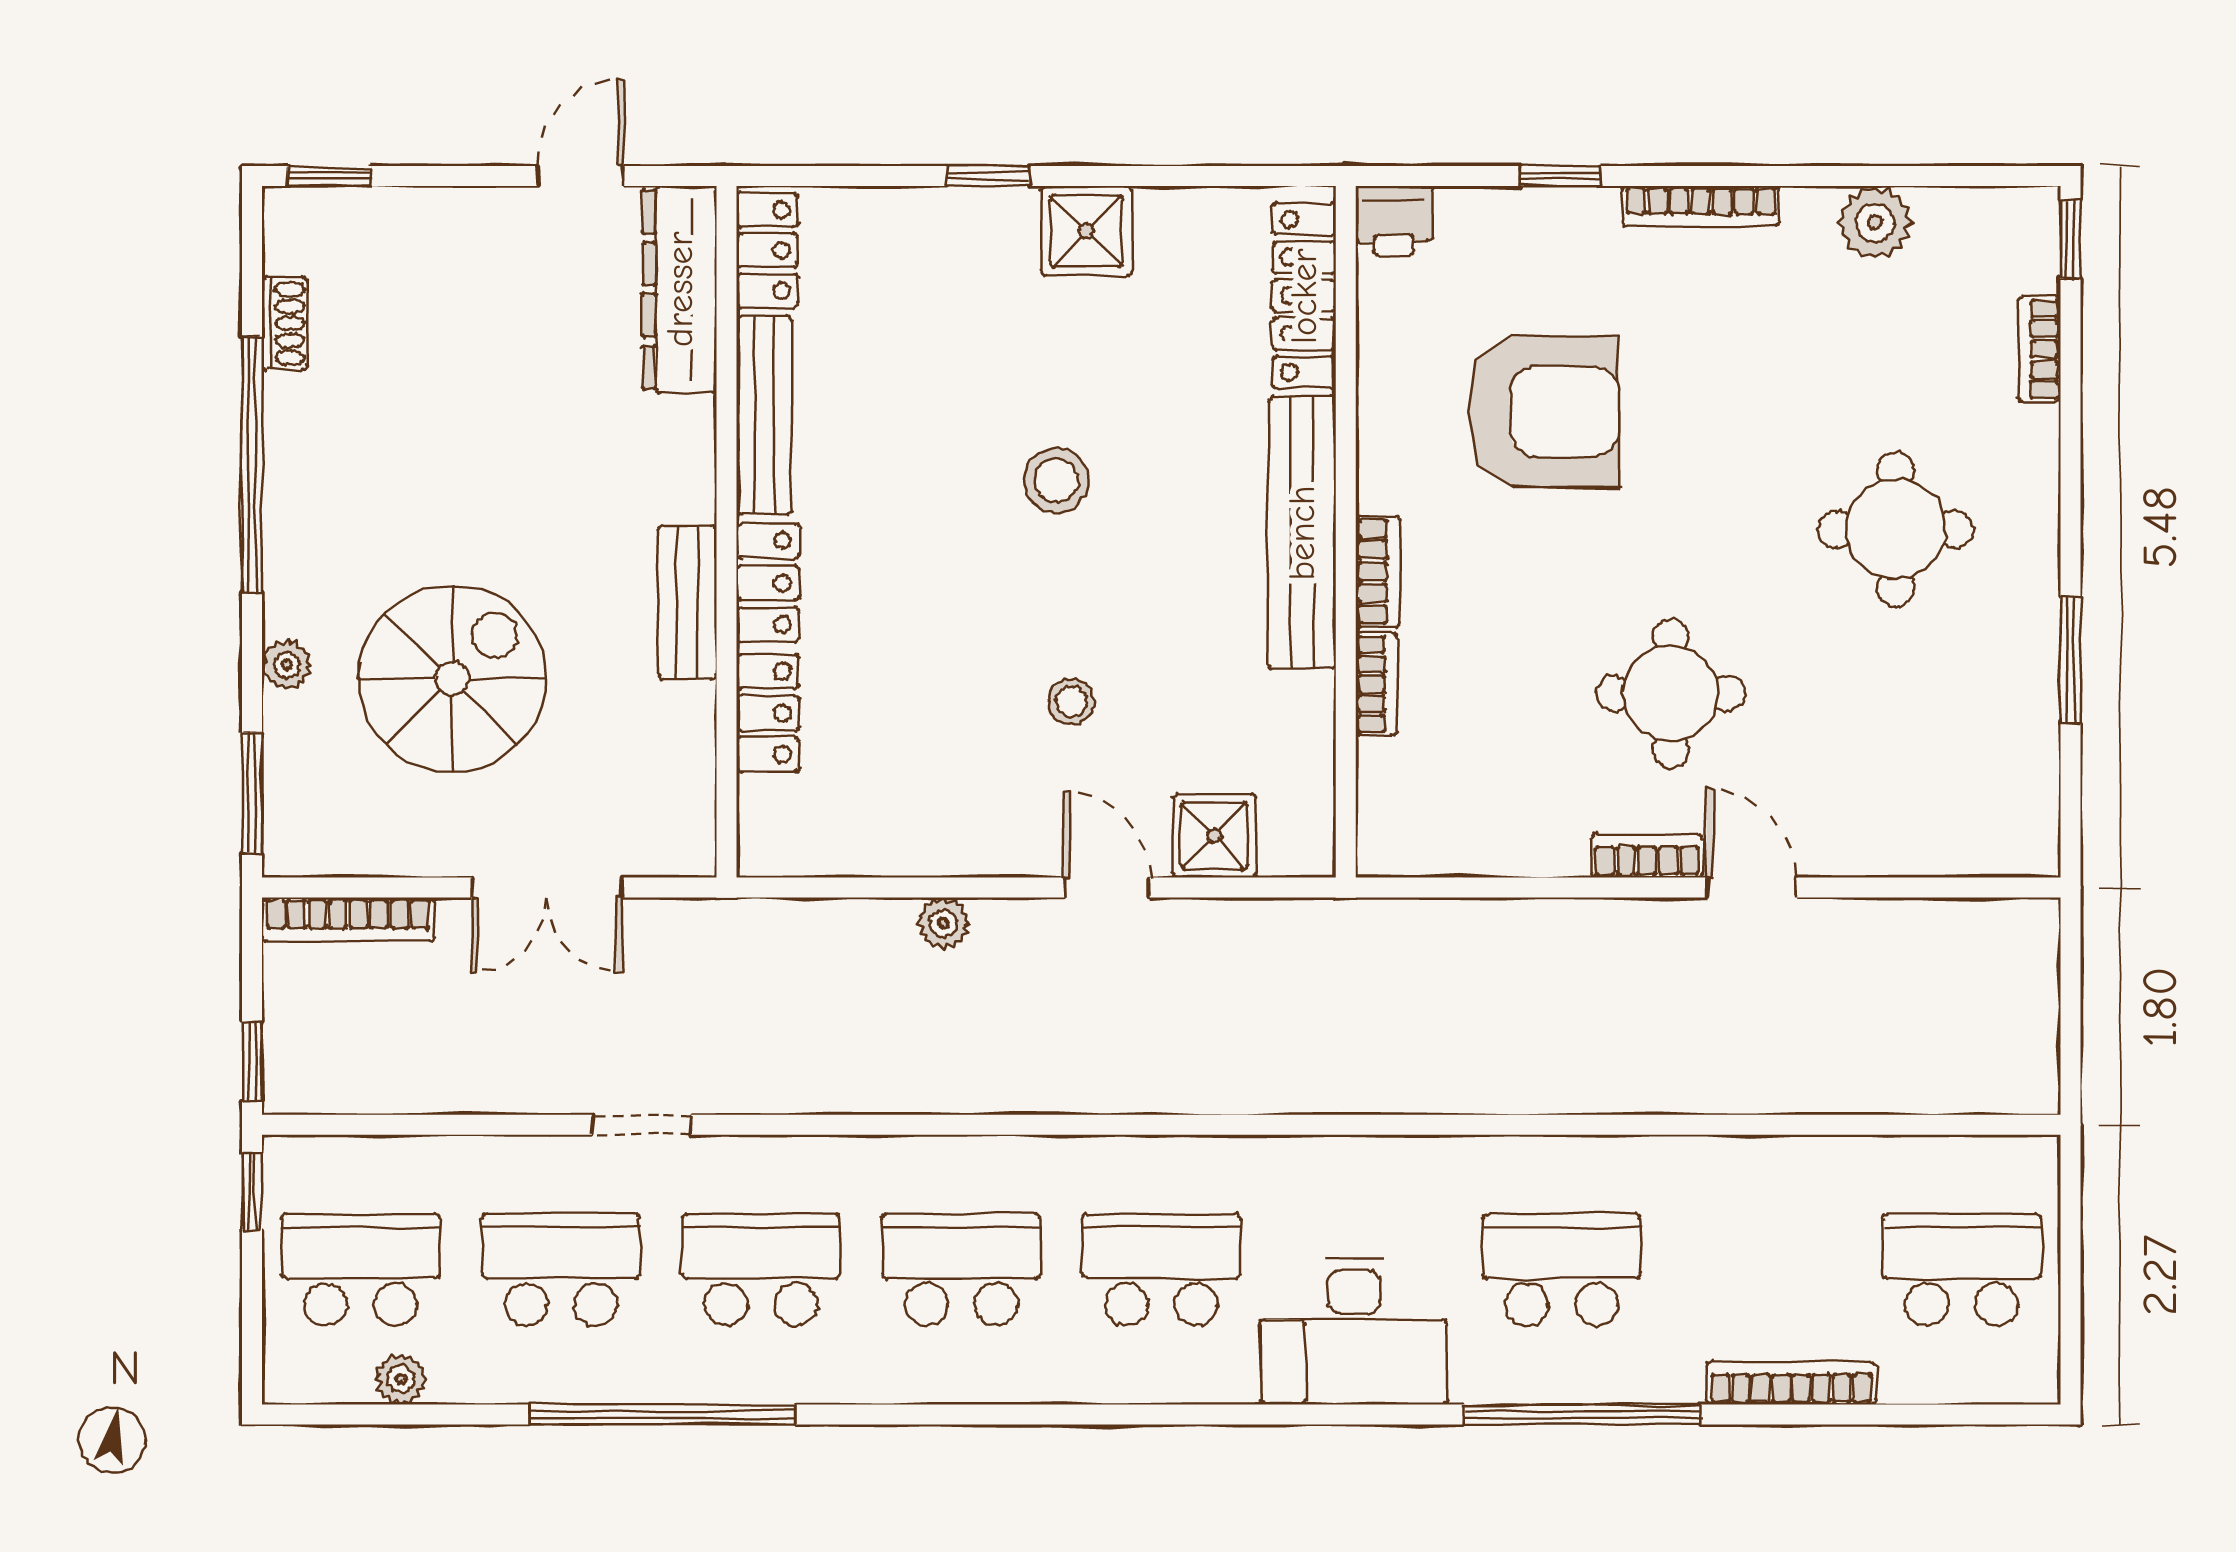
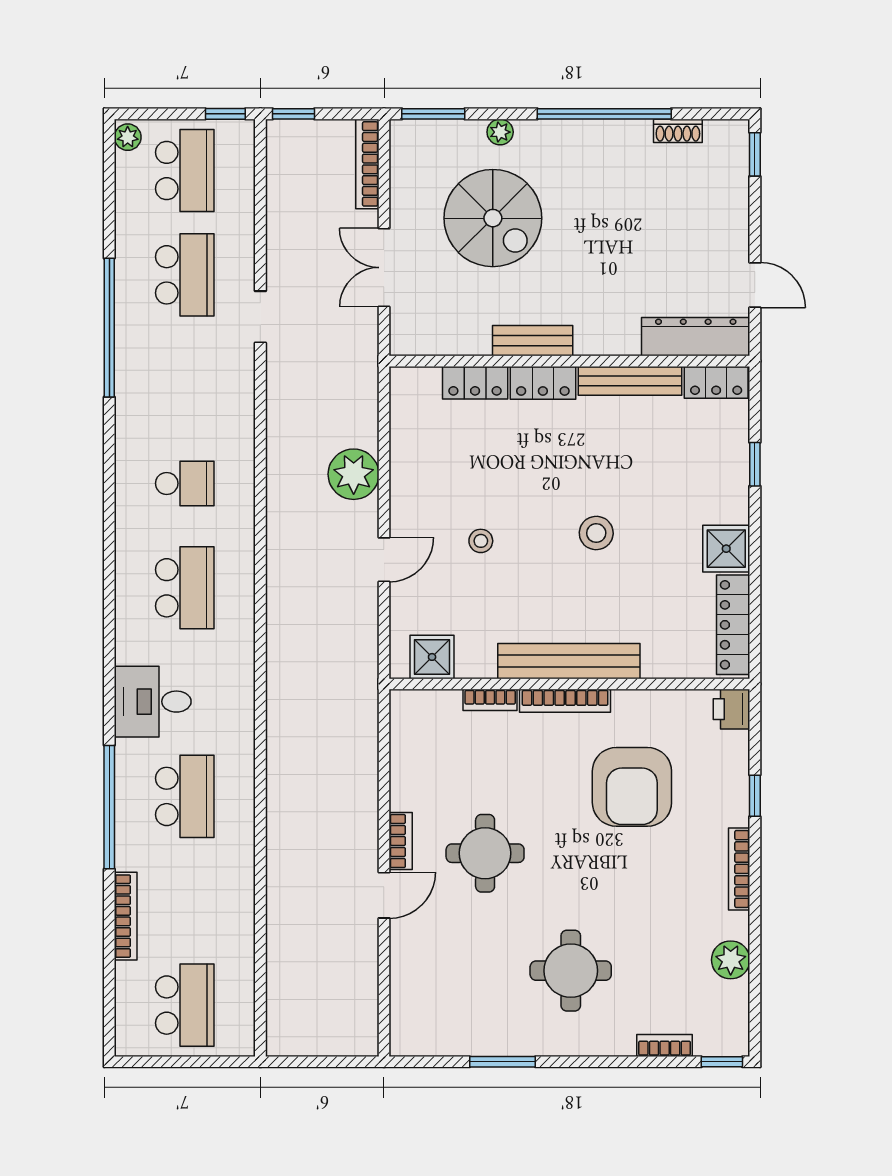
window: (988, 176) -> (755, 464), moved
locker: (1304, 296) -> (733, 625), moved, turned -90
bookcase: (1378, 571) -> (565, 701), width x1.56
shower: (1214, 836) -> (432, 657), moved
plant: (943, 923) -> (354, 474), width x1.87, depth x1.87
school desk: (761, 1270) -> (185, 379), removed
school desk: (961, 1270) -> (185, 483), width x0.54
desk: (1354, 1331) -> (153, 702), width x0.73
plant: (401, 1379) -> (128, 137), moved

